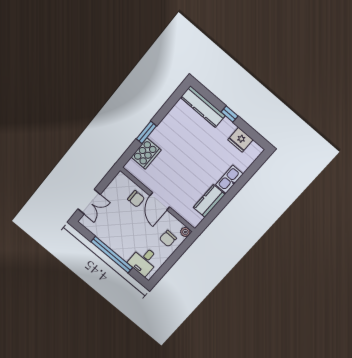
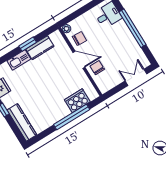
window: (146, 132) -> (72, 117), width x2.11
door: (160, 201) -> (79, 60), hinge flipped
window: (225, 201) -> (28, 44), added
chair: (168, 239) -> (79, 39), moved

